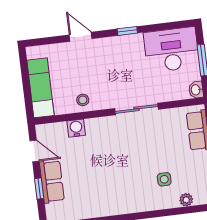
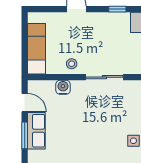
sliding door: (137, 109) -> (104, 77), moved
window: (39, 189) -> (25, 135), width x1.50

